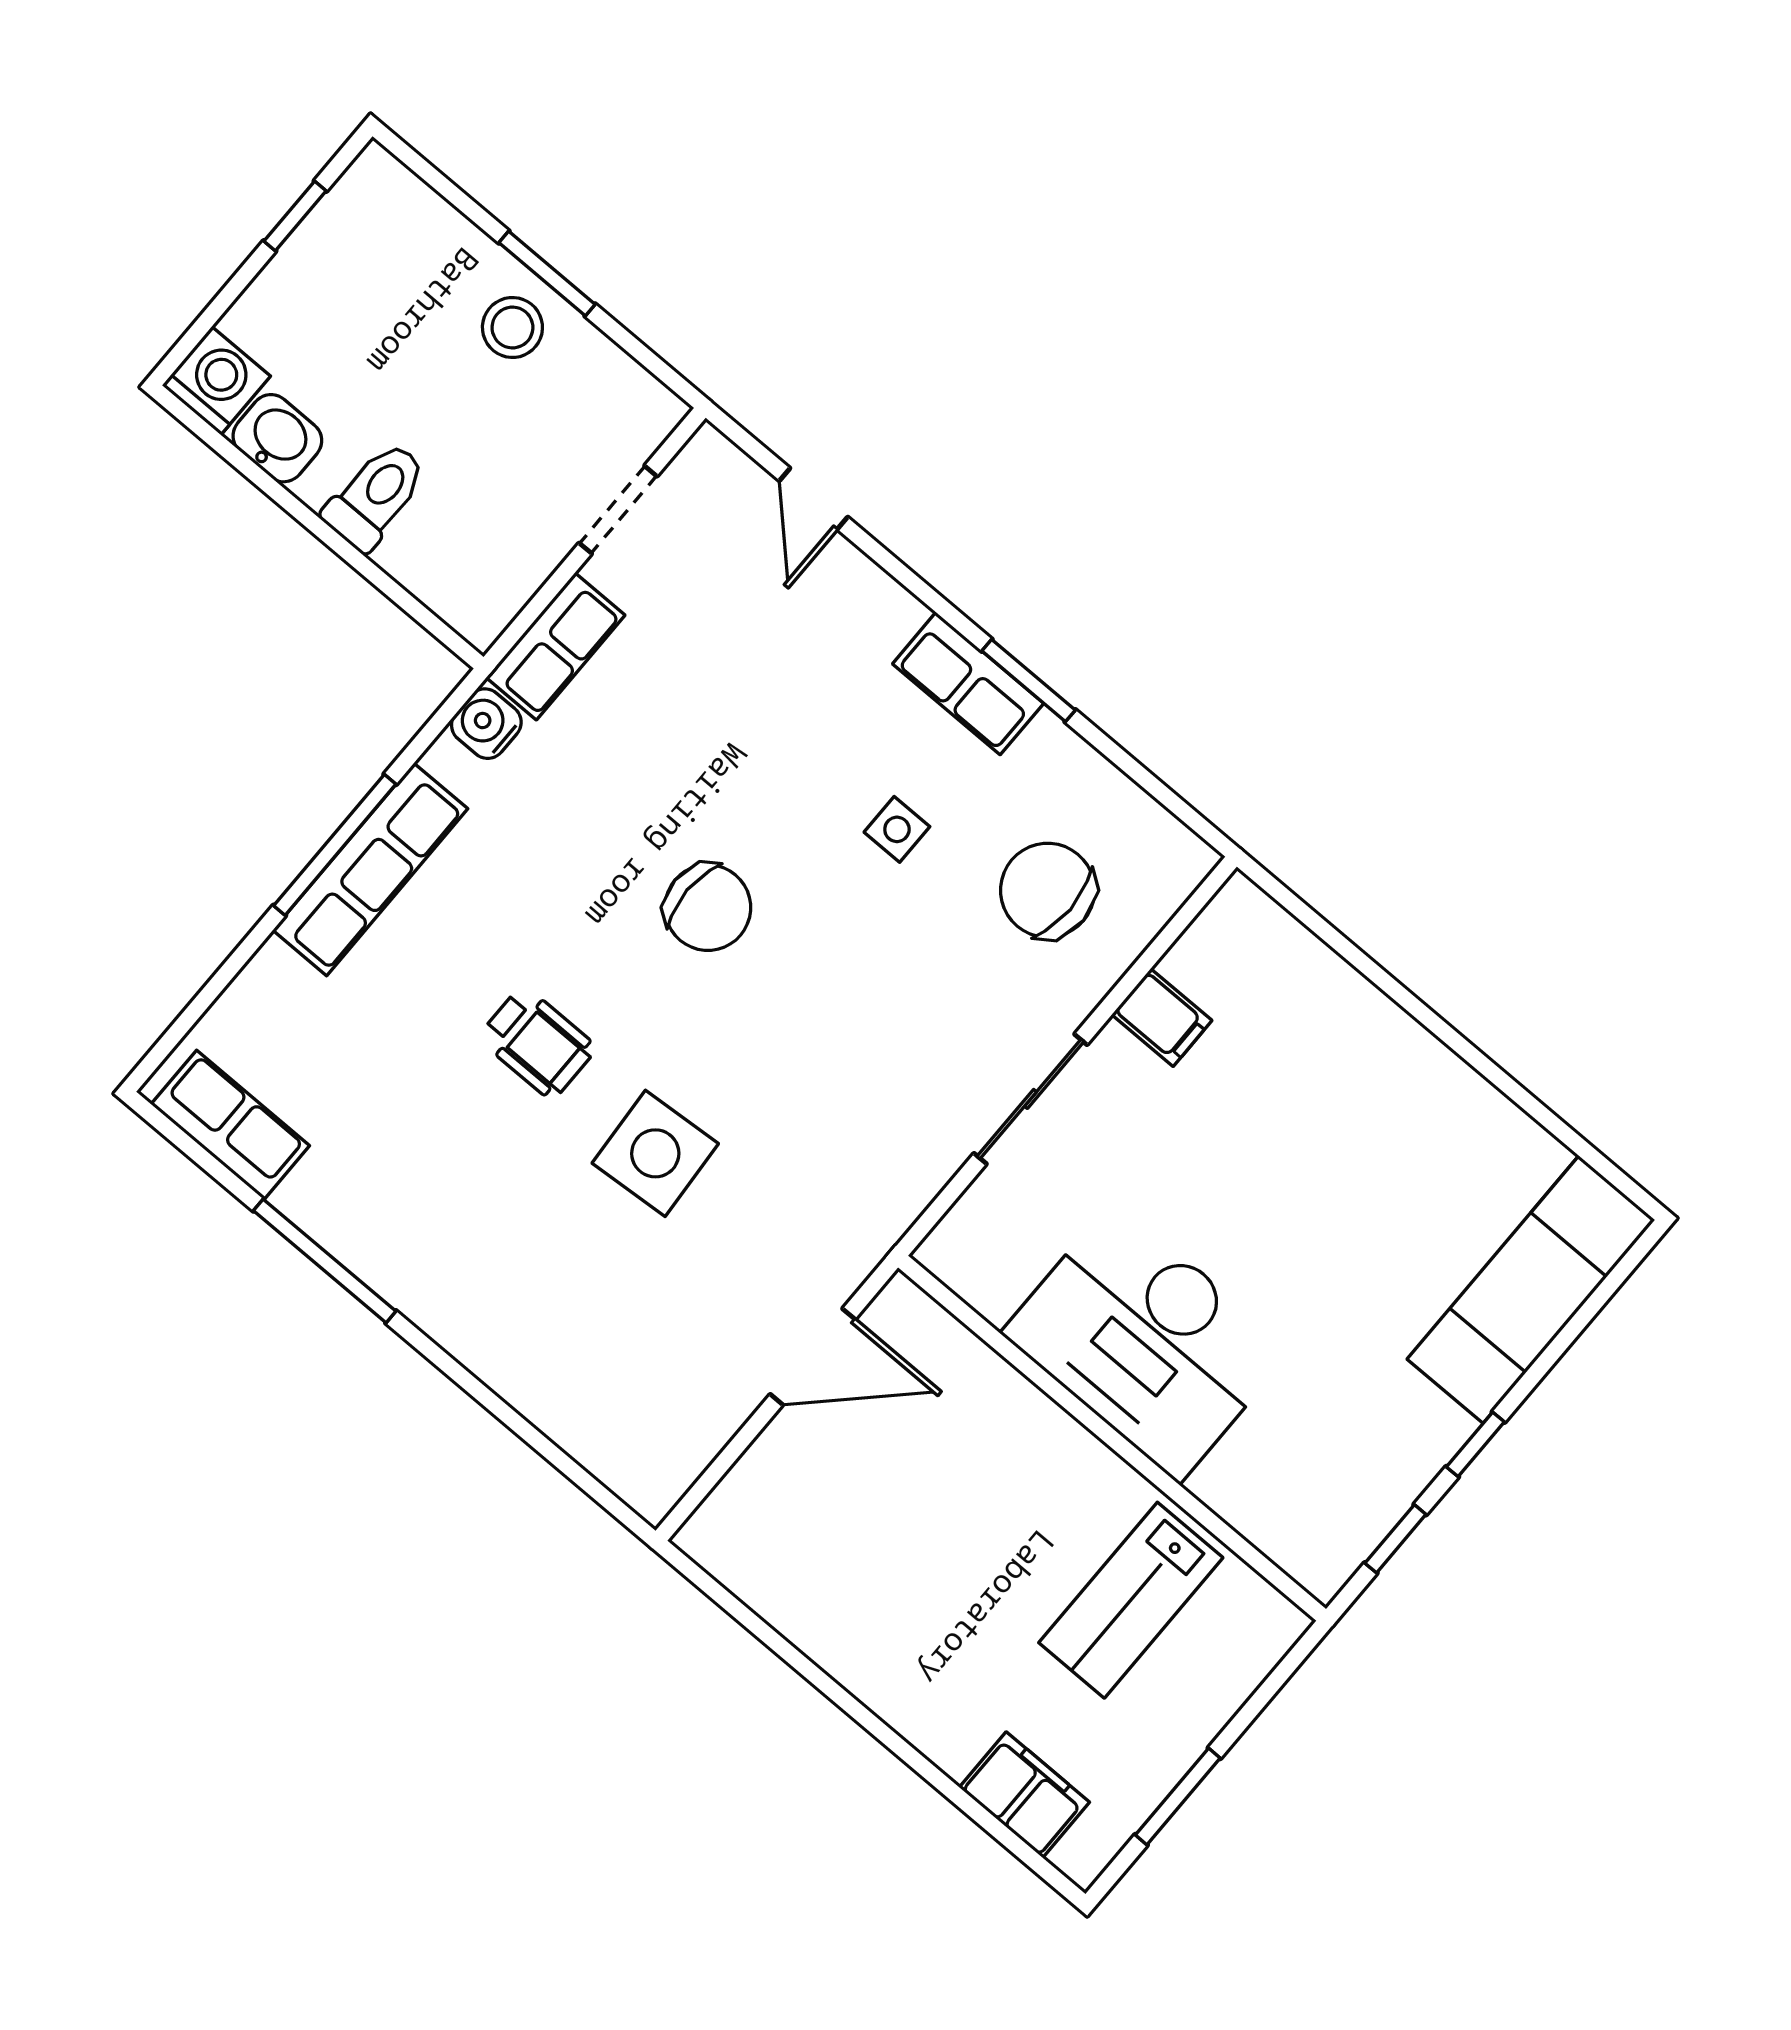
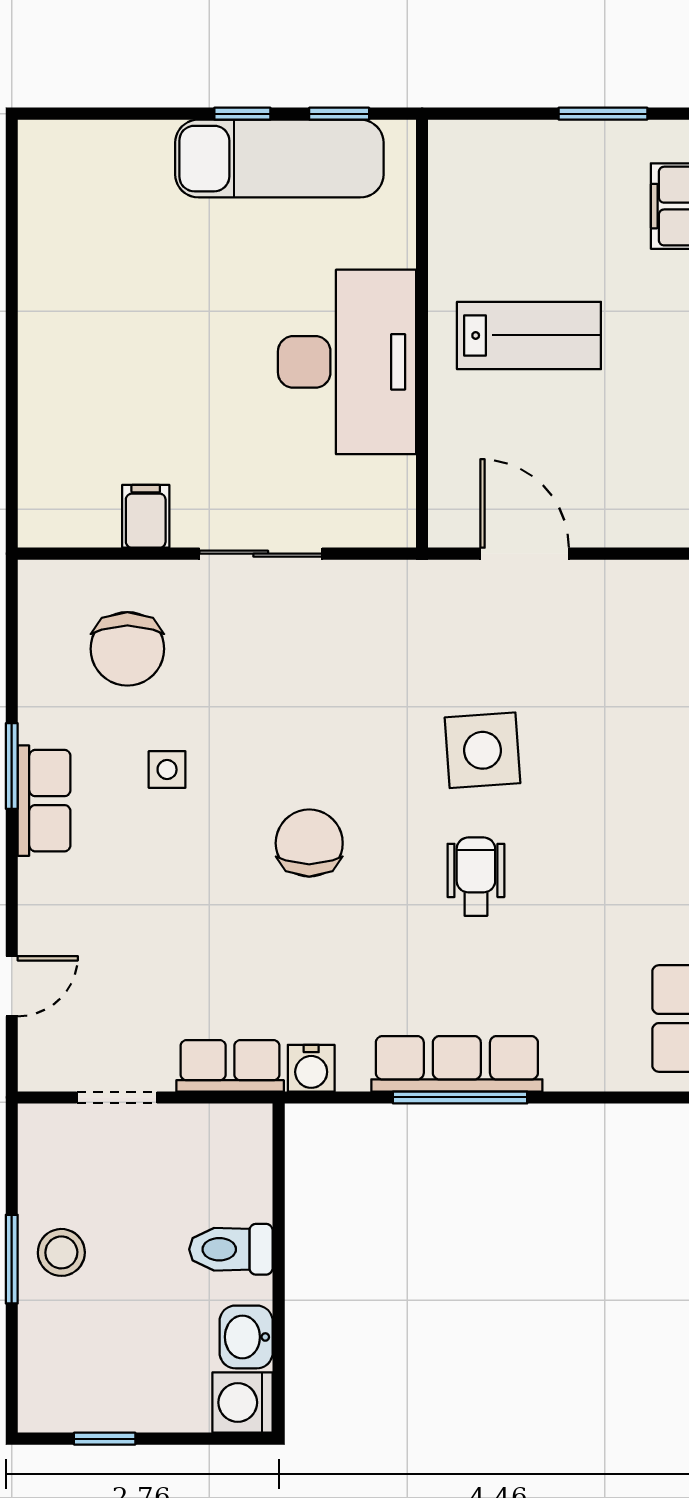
exam couch: (1531, 1290) -> (279, 159), moved
lab bench: (1131, 1600) -> (529, 335), moved

